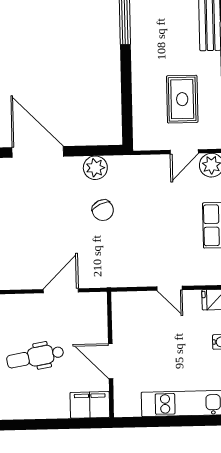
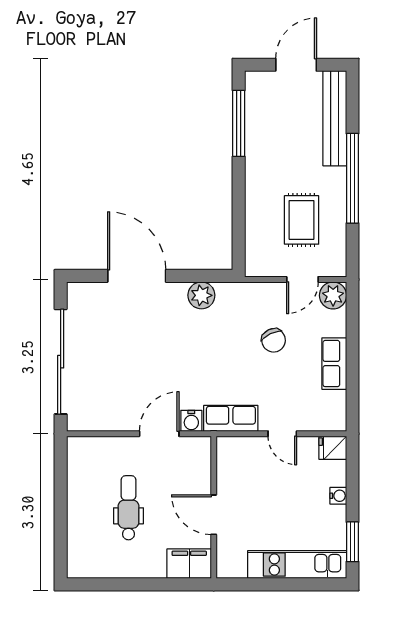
chair: (103, 210) -> (274, 340), moved
row of seats: (124, 276) -> (231, 418), added
water cooler: (89, 279) -> (191, 421), added
dental chair: (35, 357) -> (128, 508), turned 100

